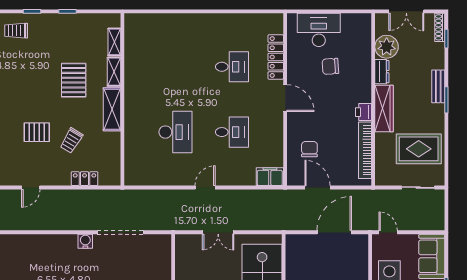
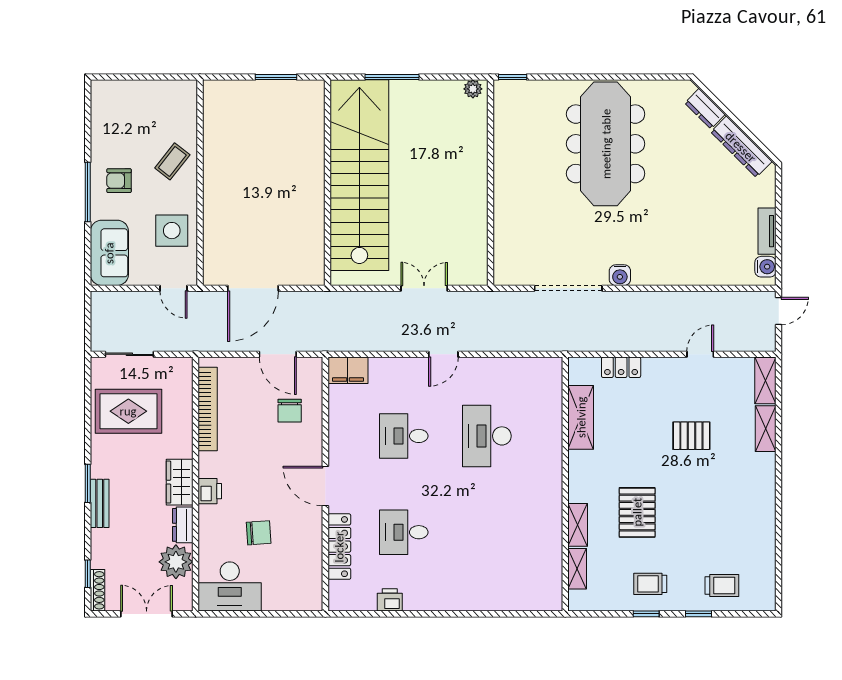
printer: (241, 21) -> (390, 600), added
desk: (319, 30) -> (230, 587), moved
shelving: (112, 109) -> (581, 417), moved
wardrobe: (384, 109) -> (180, 482), width x0.67
printer: (364, 112) -> (210, 491), moved
trolley: (71, 141) -> (650, 584), moved, turned -121

